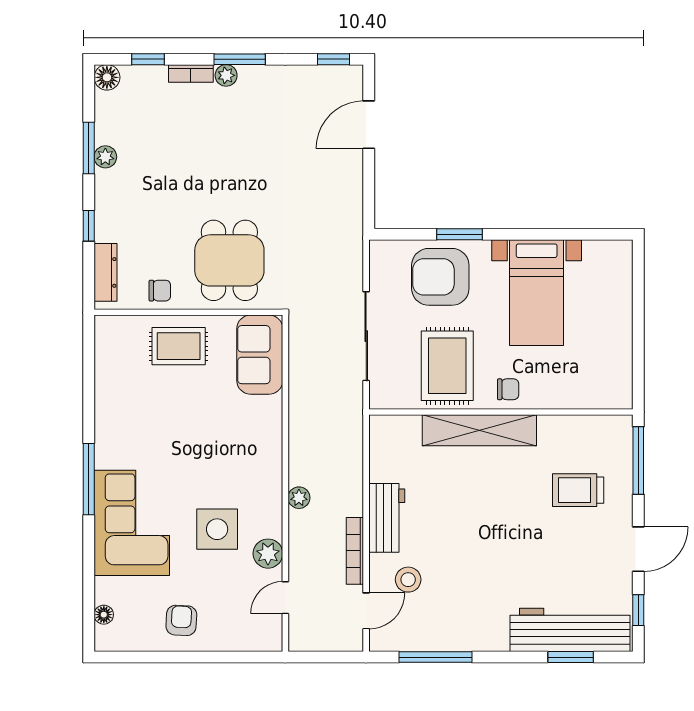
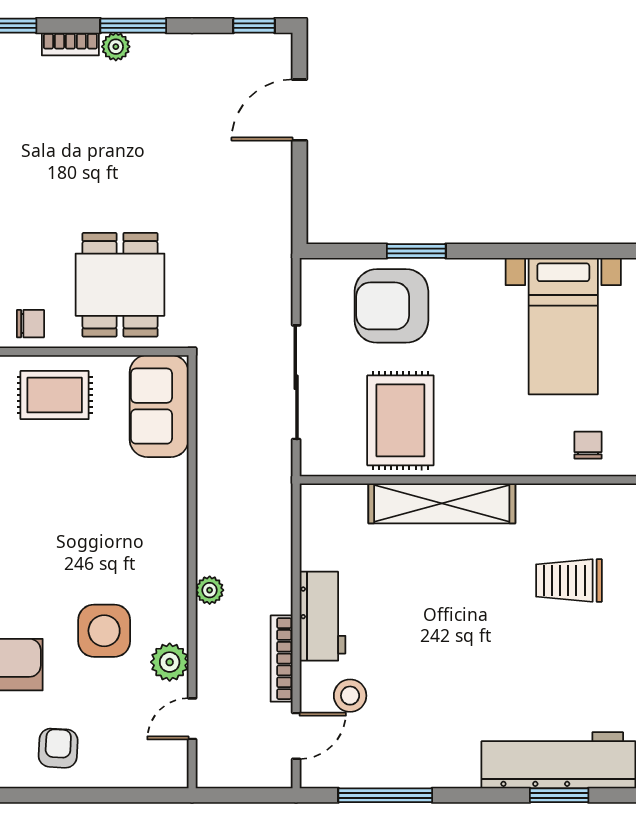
bed with nightstands: (537, 293) -> (563, 326), moved
chair: (508, 389) -> (588, 445), moved, turned -90

